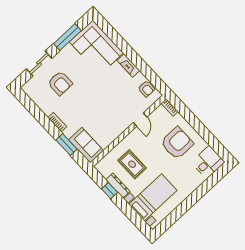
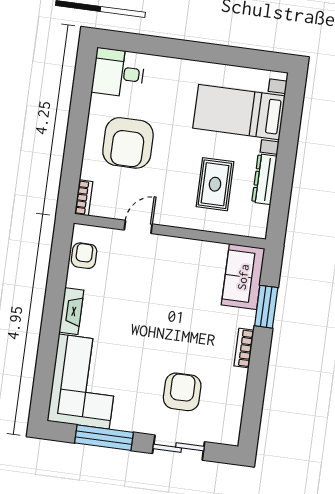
armchair: (177, 143) -> (128, 143), turned -90
window: (110, 191) -> (282, 185), removed

